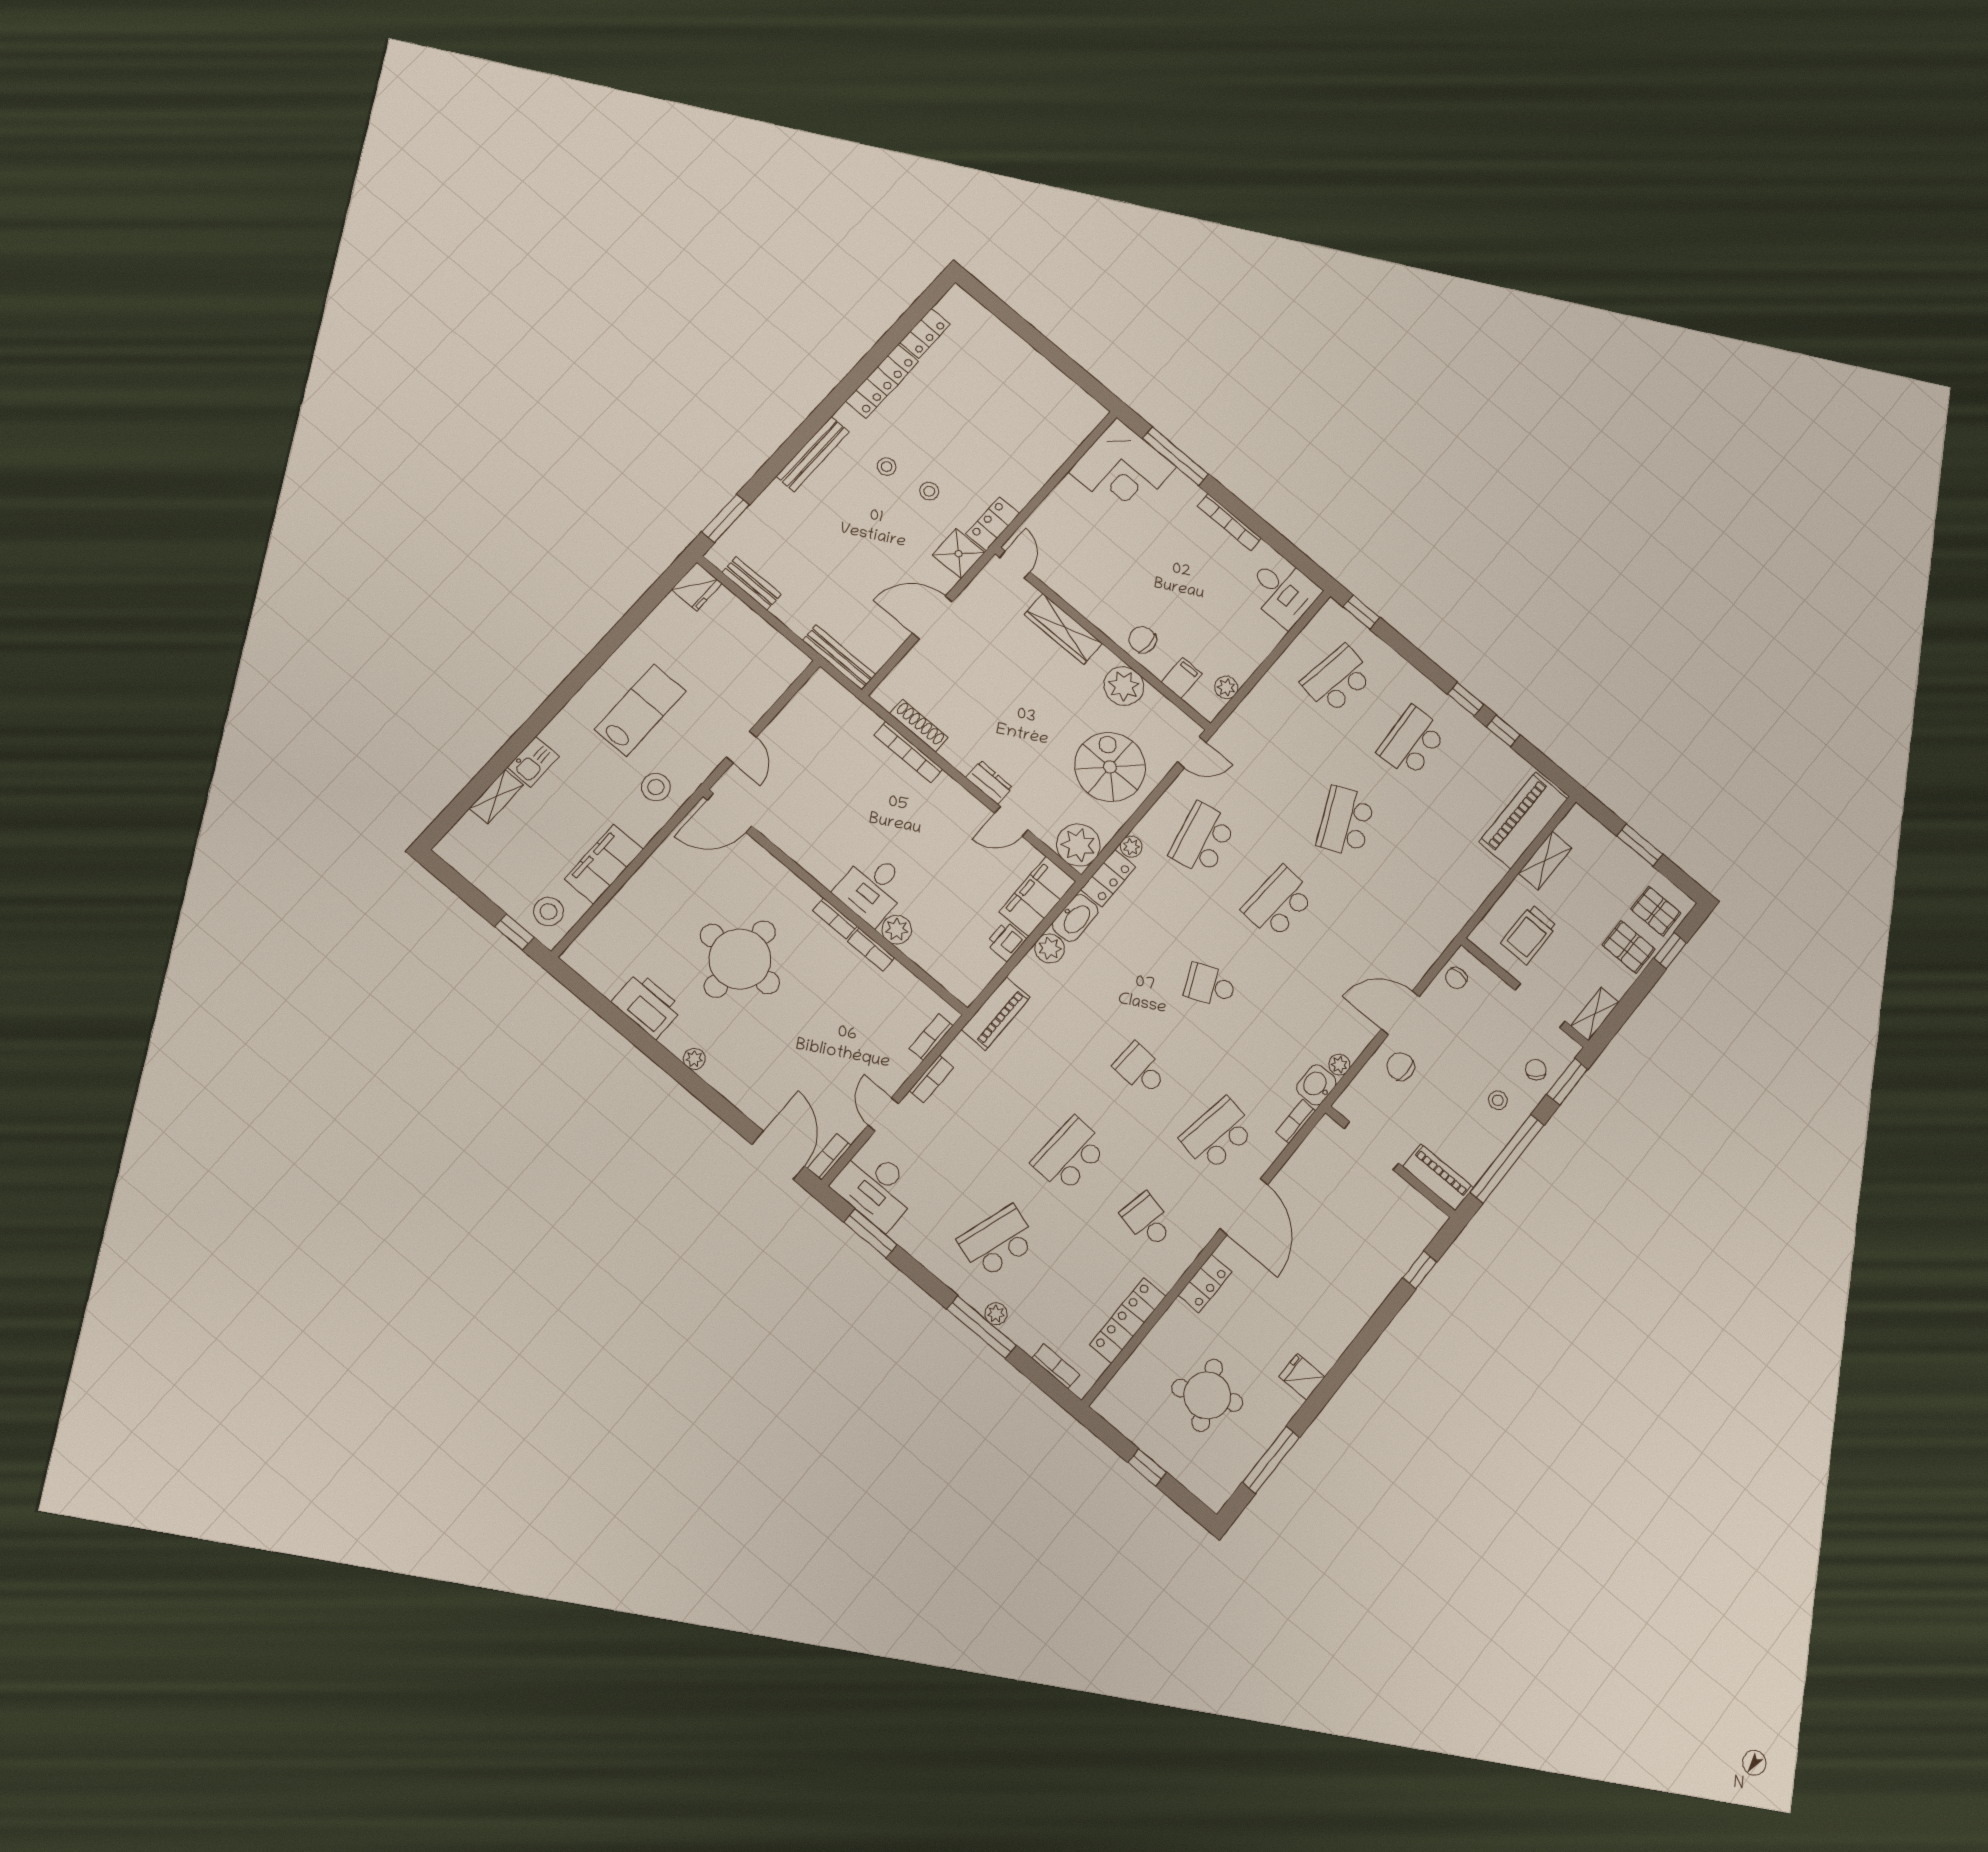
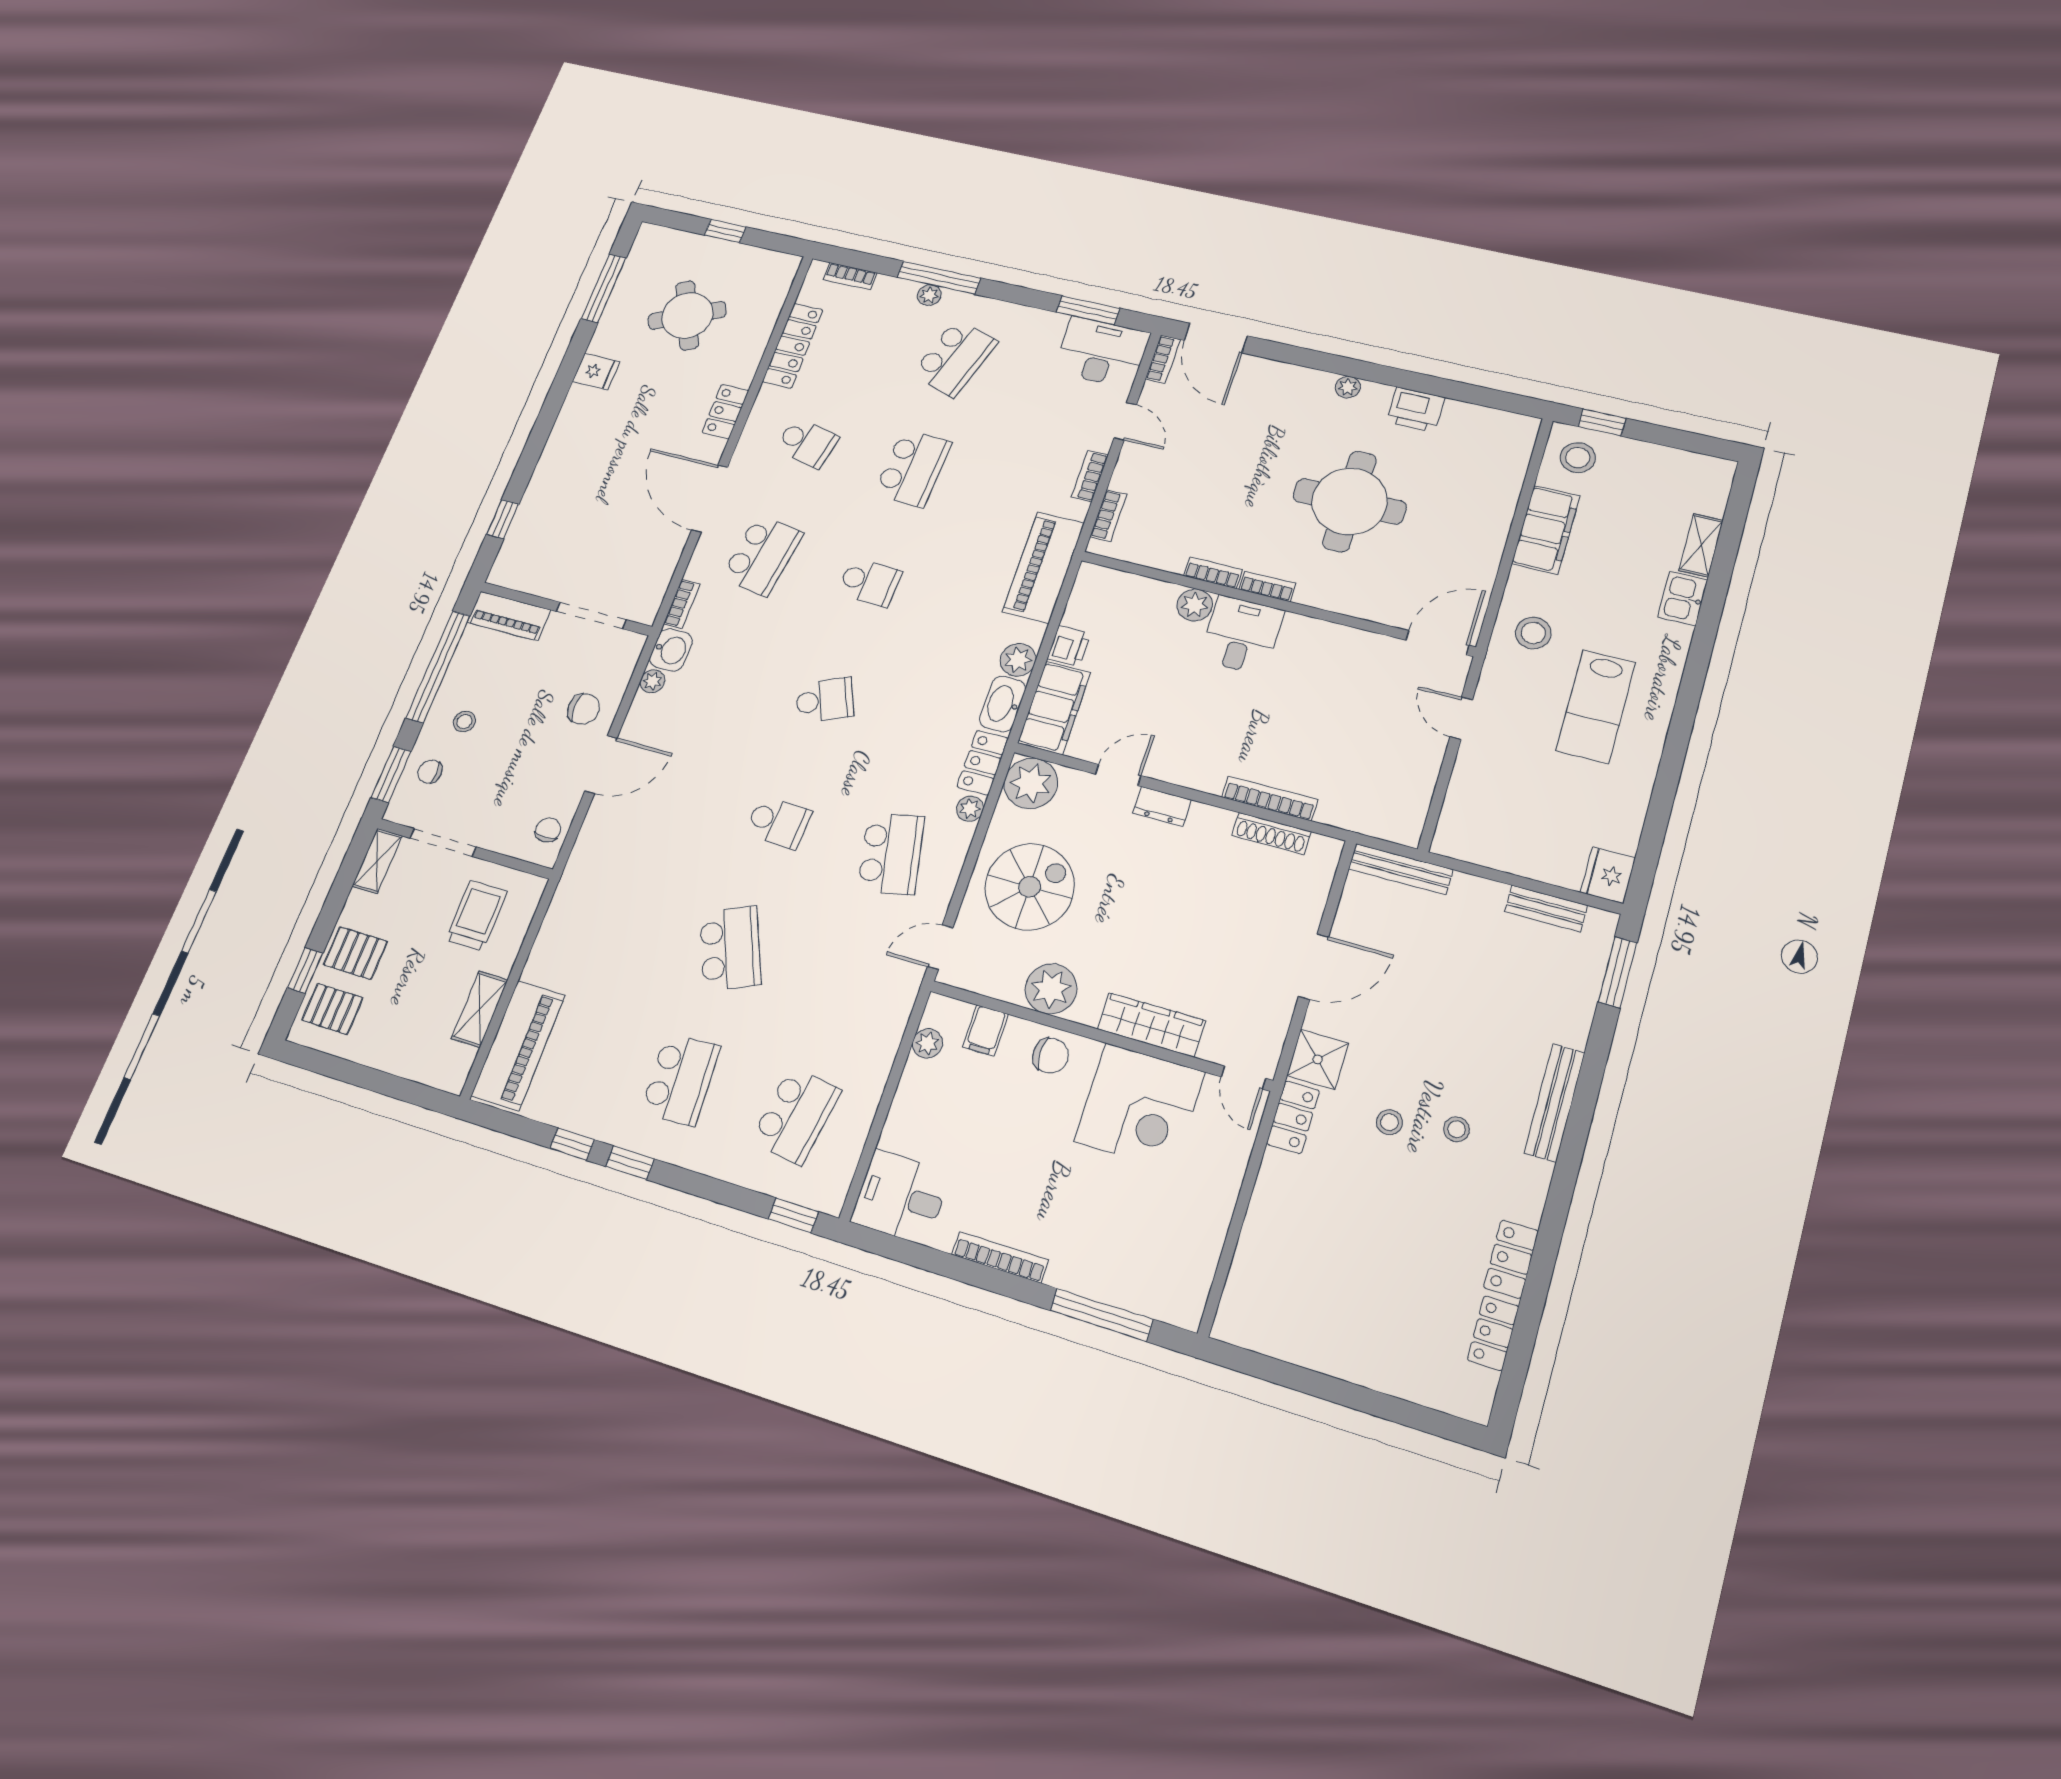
locker: (882, 381) -> (1511, 1259), width x0.66
corner desk: (1122, 469) -> (1140, 1107), moved, turned 180
spiral stairs: (1110, 767) -> (1030, 887), turned -90
window: (1640, 845) -> (370, 1079), removed
school desk: (1278, 903) -> (778, 822), width x0.54
printer: (647, 1005) -> (1416, 410), width x0.73, depth x0.84
piano: (996, 1013) -> (1043, 567), width x1.37, depth x1.33
chair: (1536, 1070) -> (430, 772), turned 131

